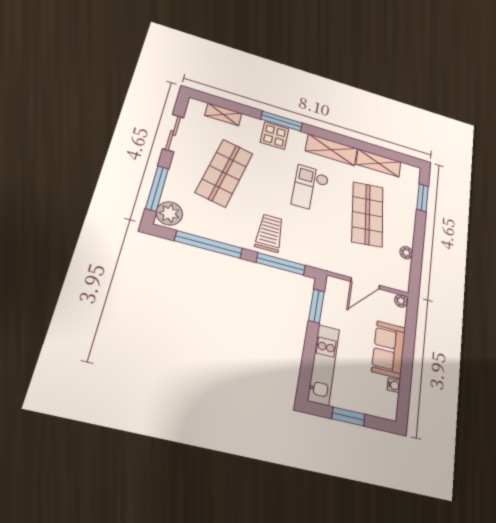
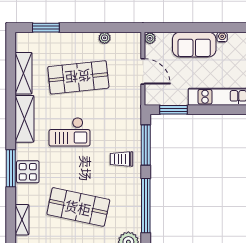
trolley: (270, 233) -> (121, 159), width x0.73, depth x0.72

